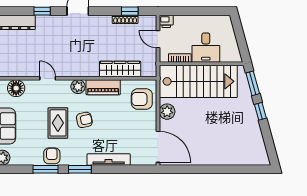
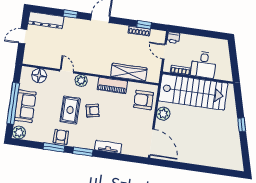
window: (253, 83) -> (239, 100), removed
plant: (78, 87) -> (81, 80), moved
tv unit: (109, 159) -> (108, 147), width x0.71

